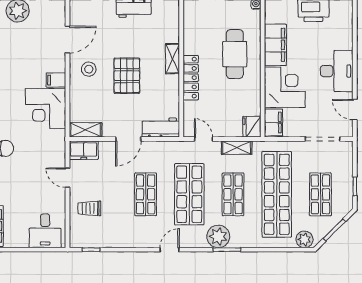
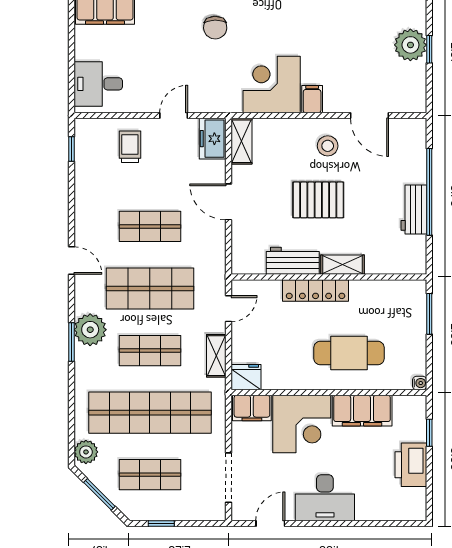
workbench: (161, 128) -> (293, 261), moved, turned -90

